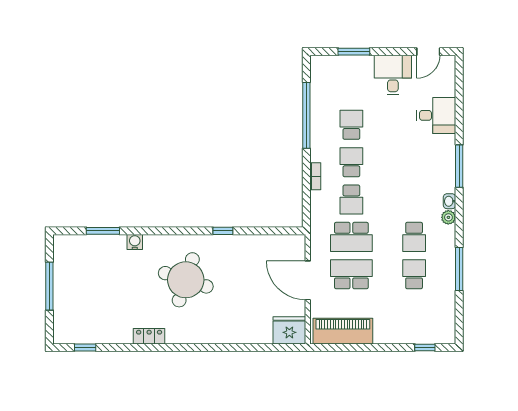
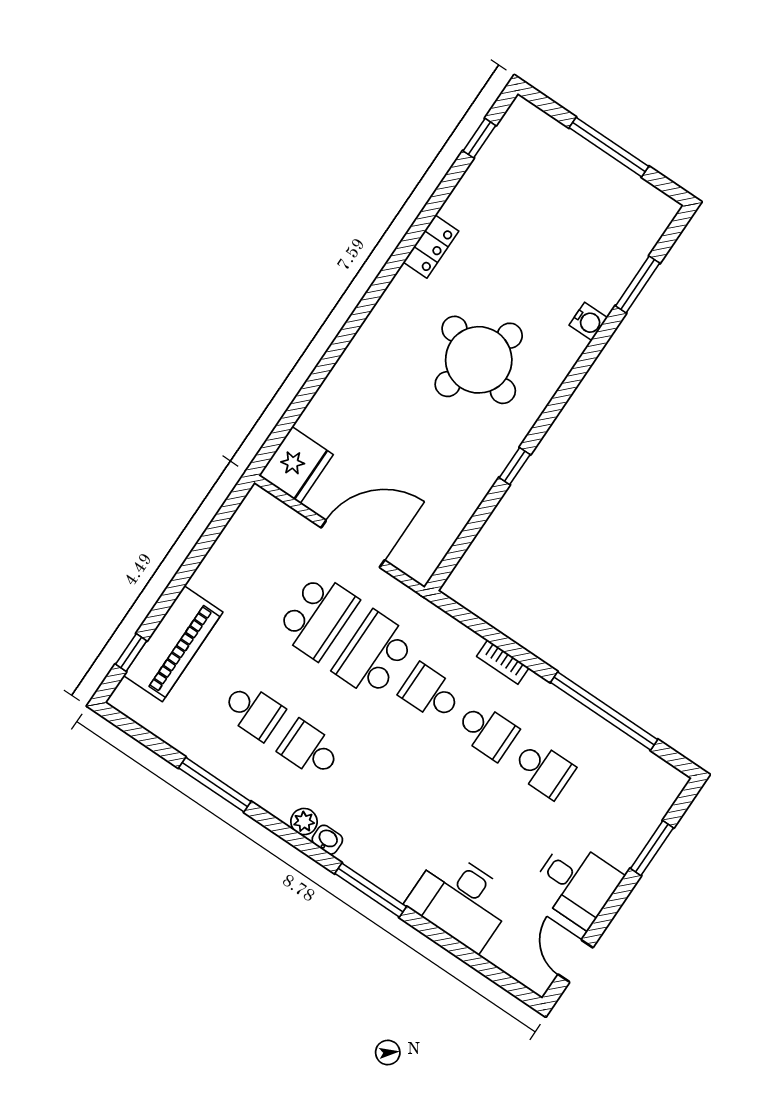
desk: (436, 115) -> (461, 900), width x1.37
piano: (343, 331) -> (173, 644), moved

